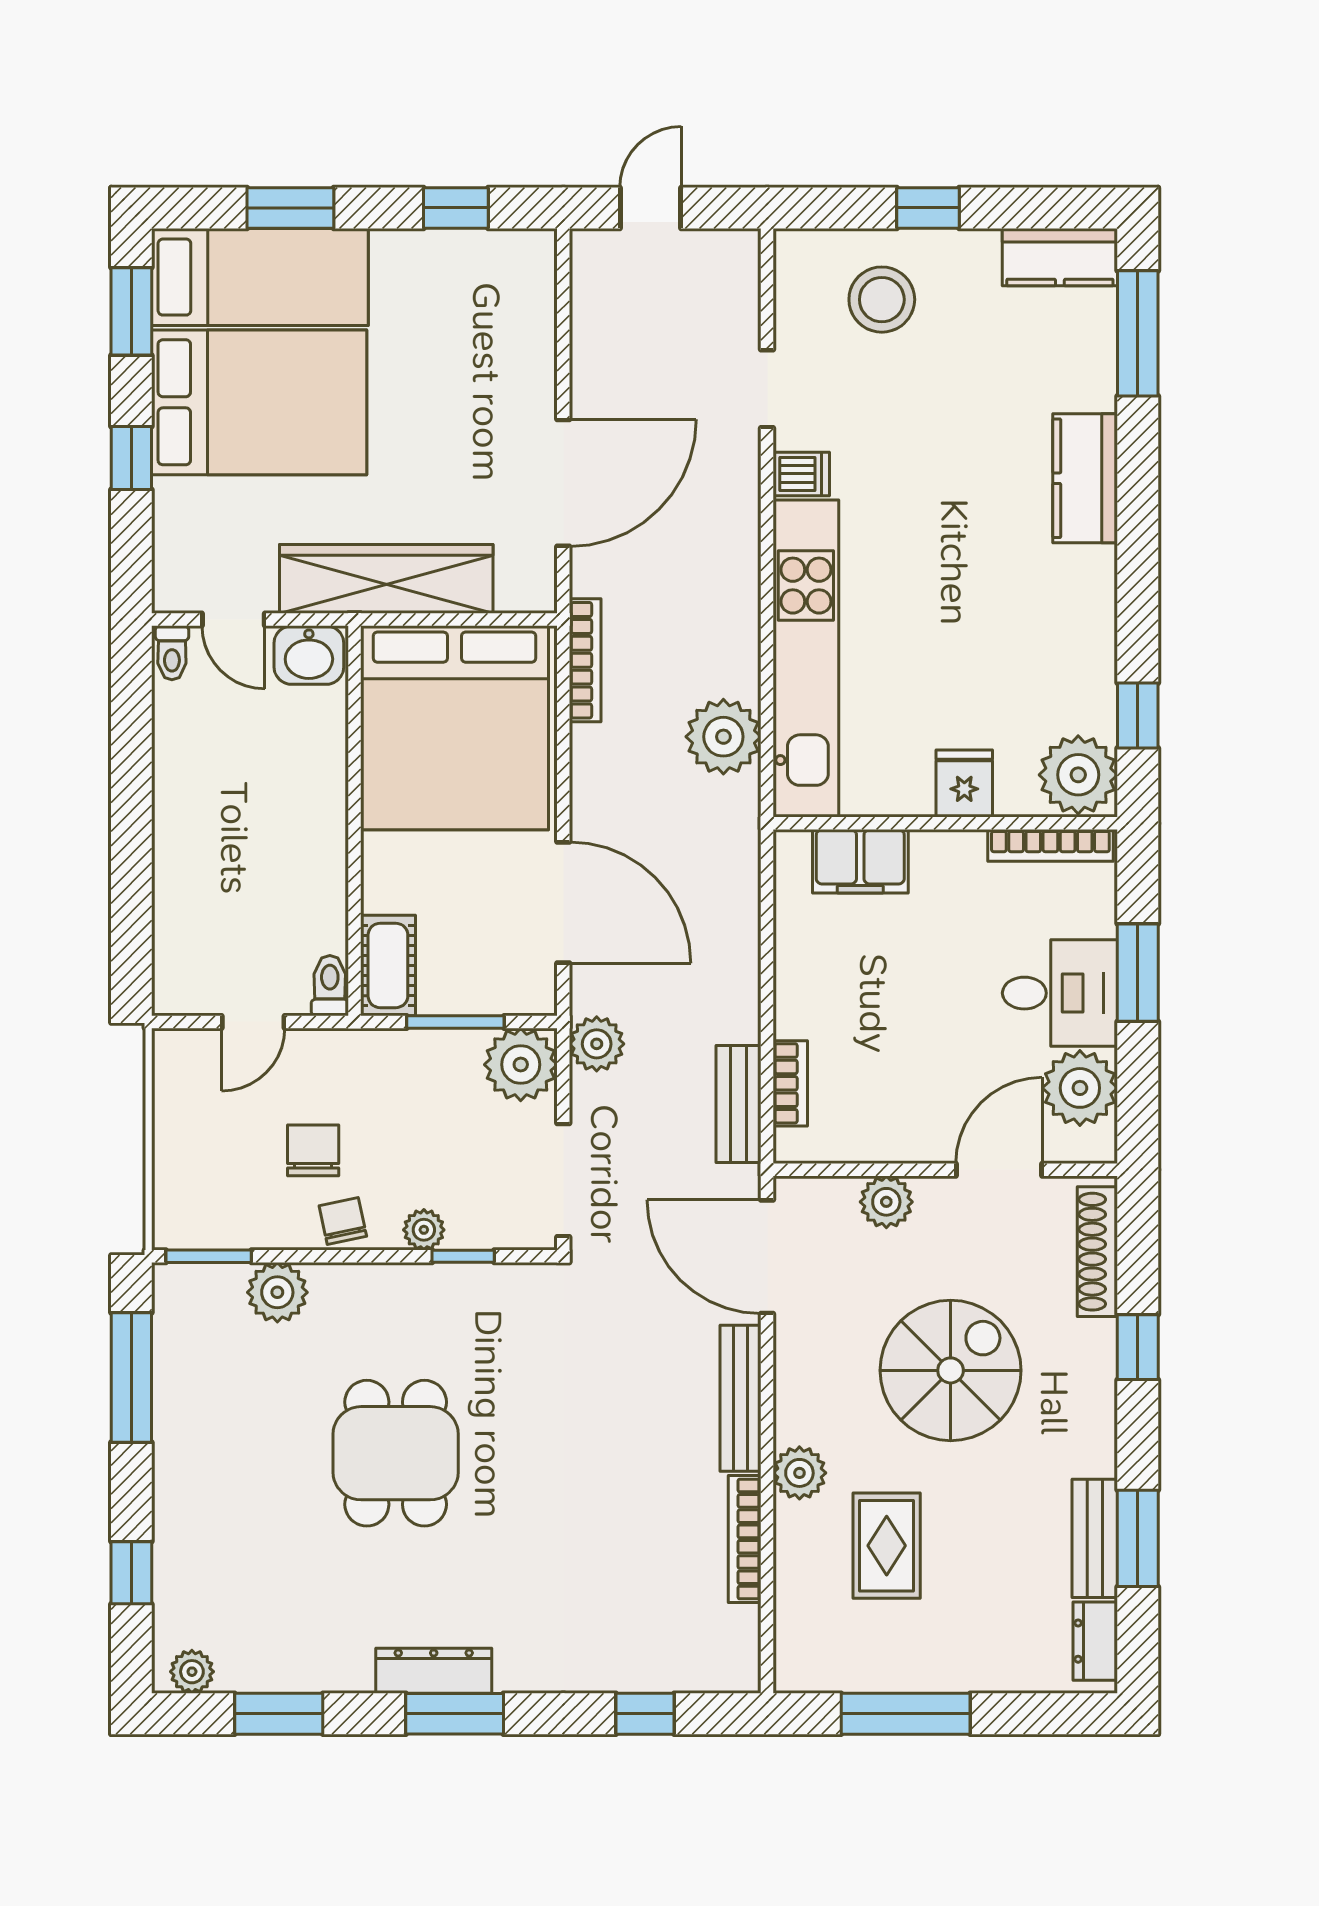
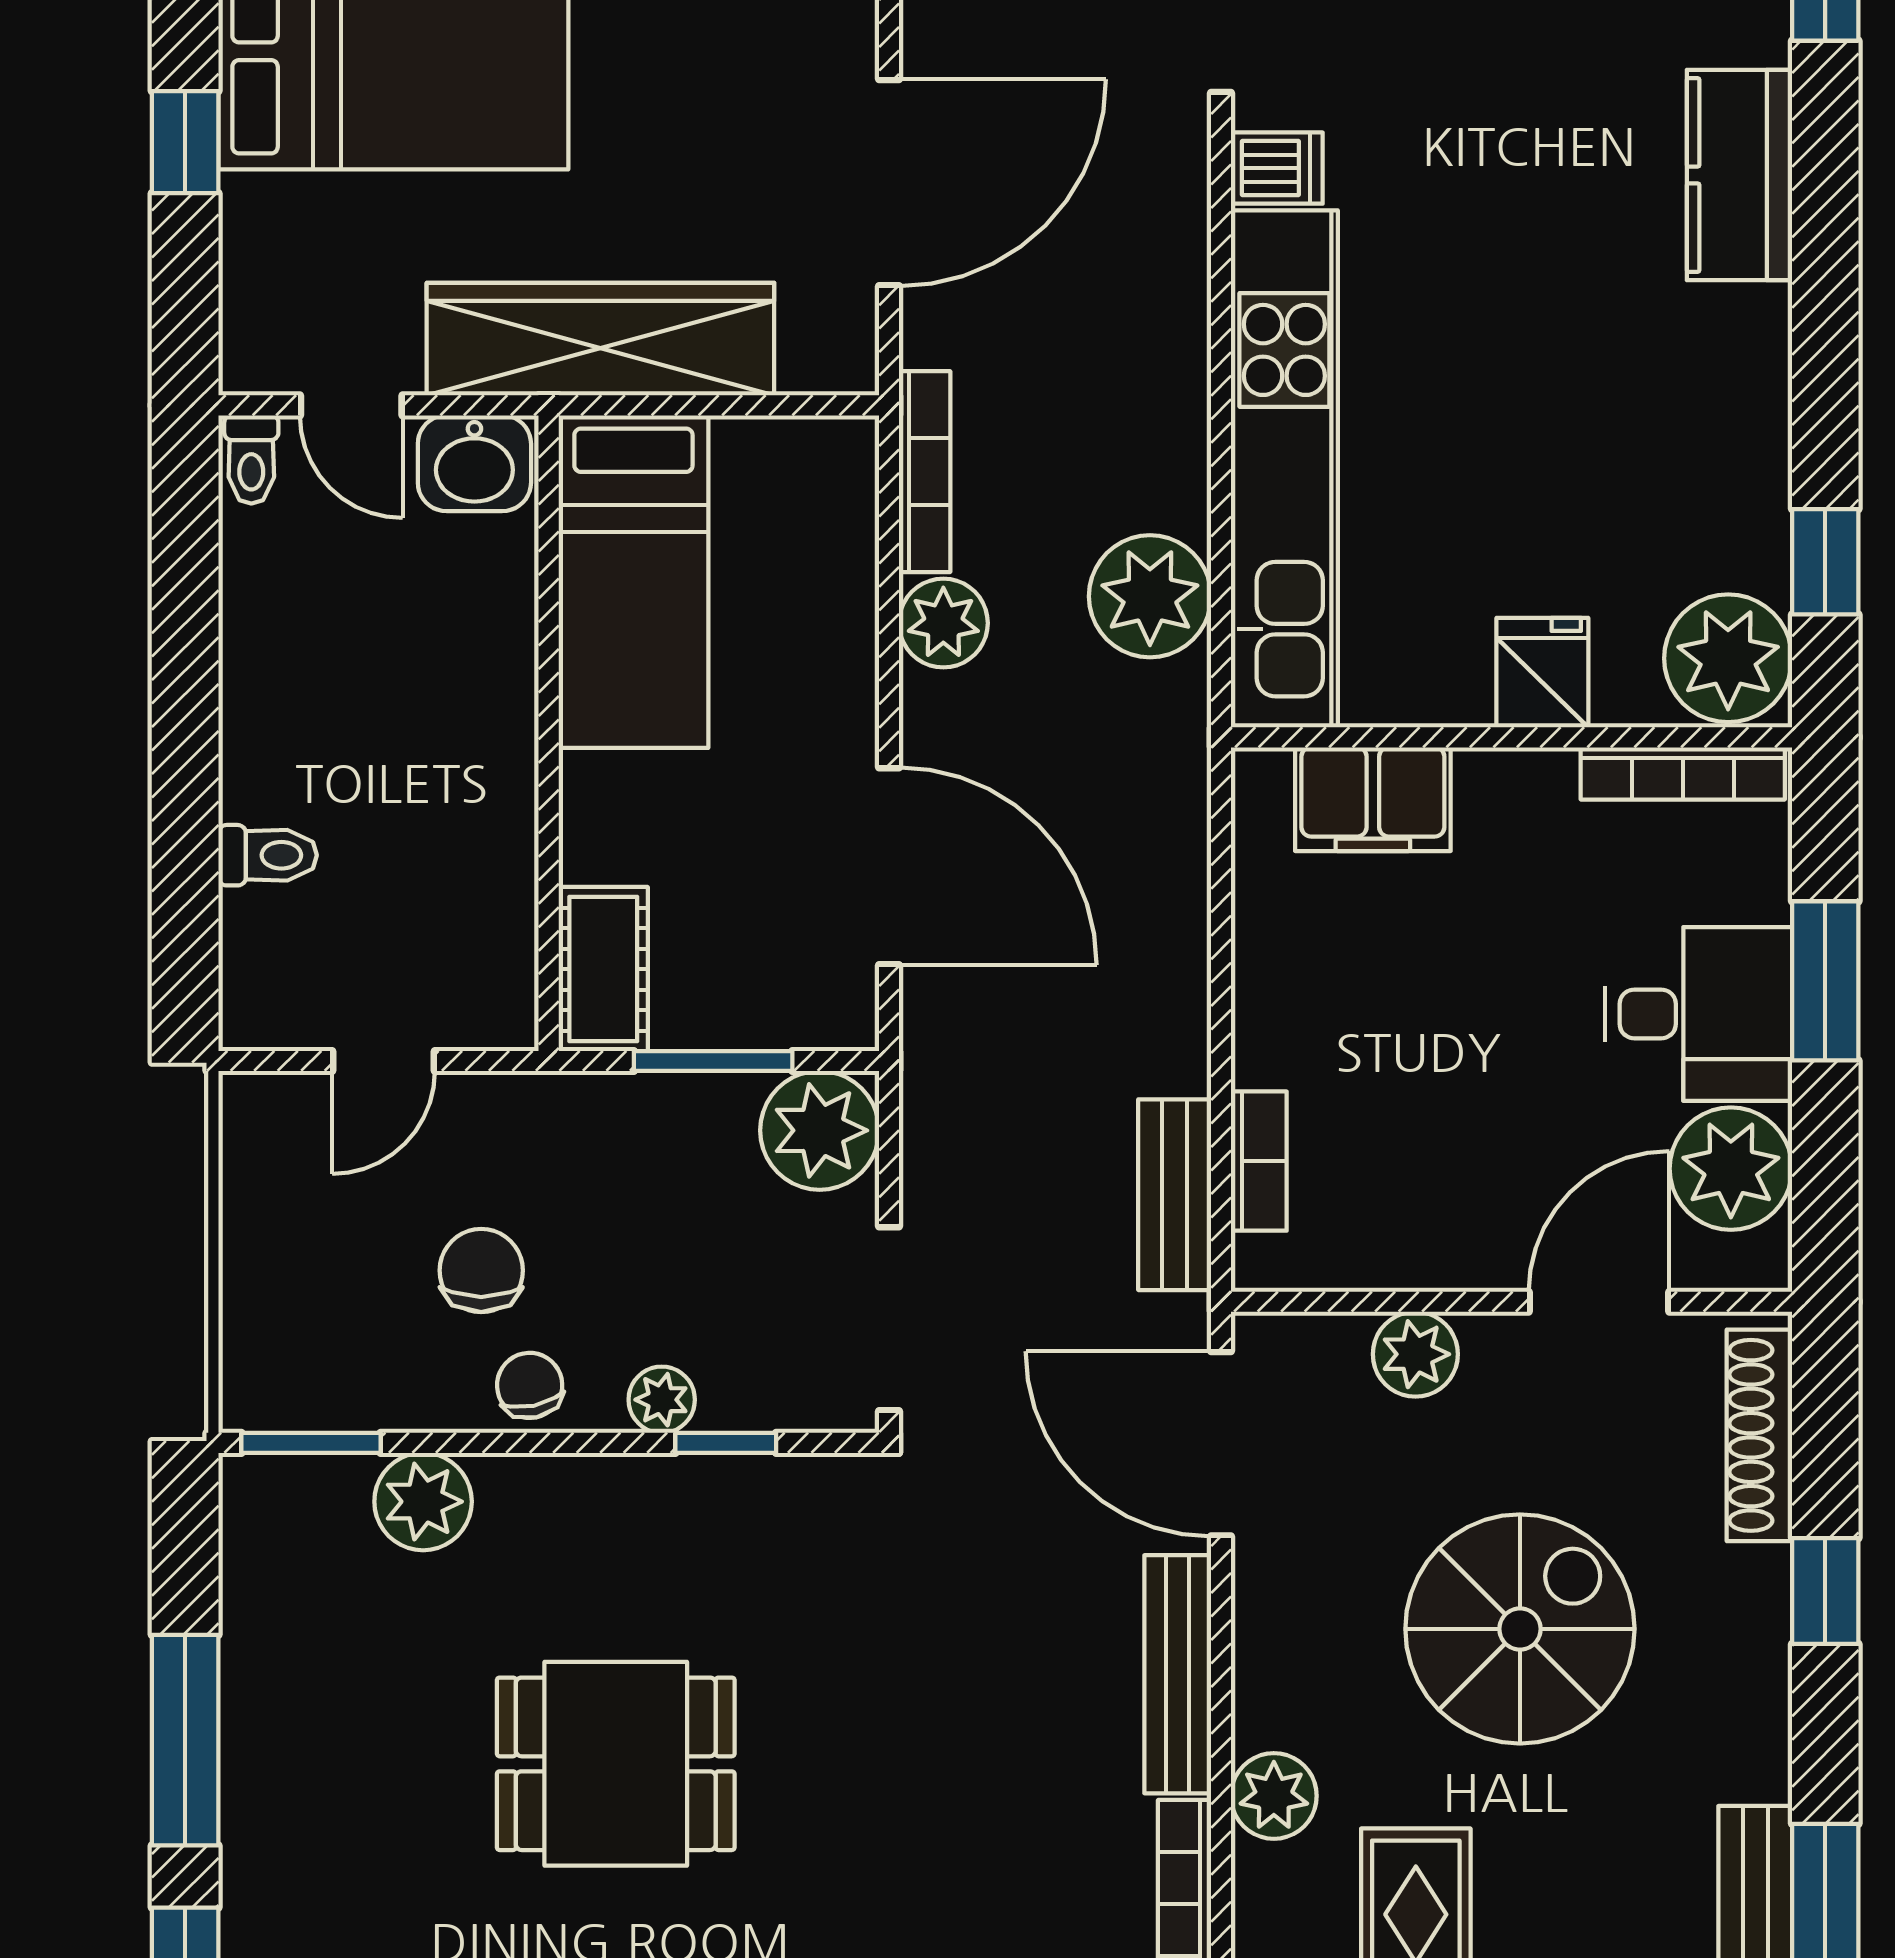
bed: (454, 728) -> (633, 582), width x0.49
toilet: (330, 986) -> (268, 855), moved, turned 90
plant: (597, 1044) -> (943, 623), moved
window: (131, 1377) -> (185, 1740), moved
dining table: (396, 1453) -> (616, 1764), turned 90

